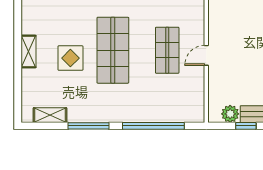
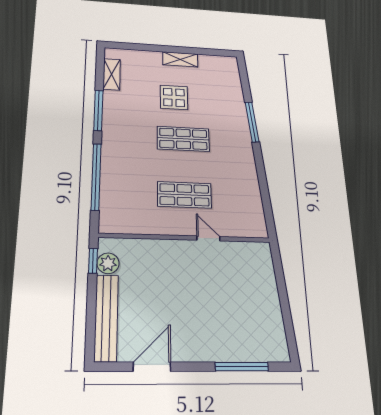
shop shelf: (113, 50) -> (183, 139), width x0.70, depth x0.74
door: (206, 55) -> (208, 238), moved
window: (246, 126) -> (93, 261), moved

